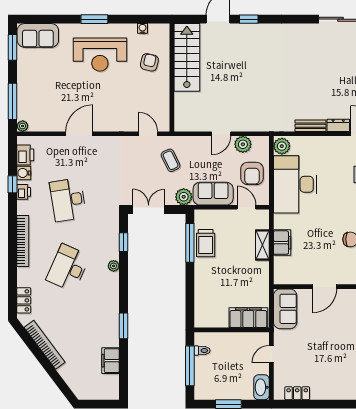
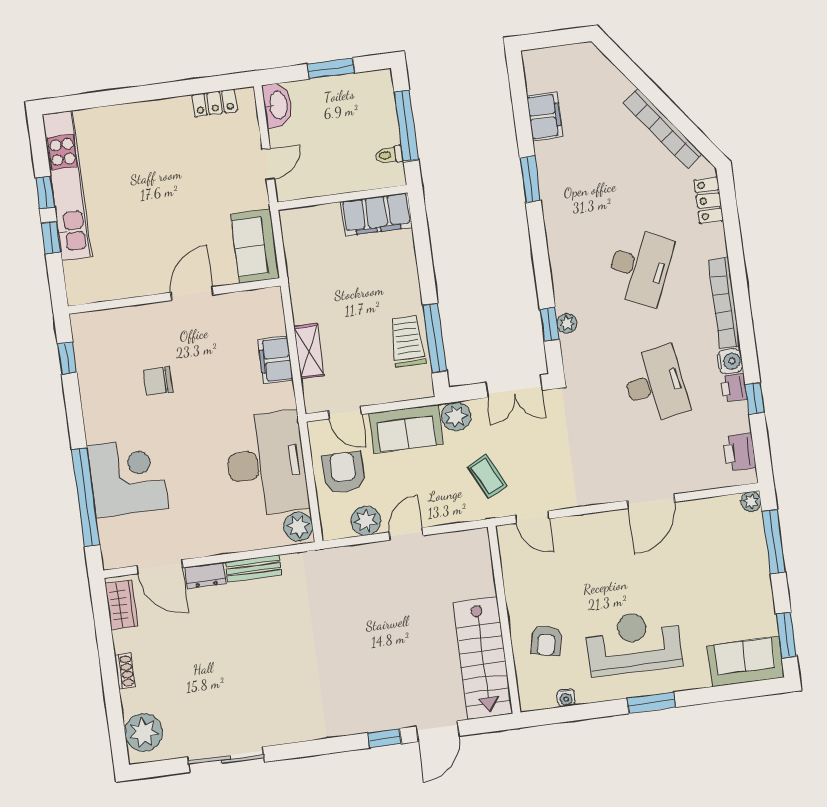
water cooler: (24, 173) -> (730, 361), moved
plant: (114, 266) -> (567, 323), moved
filing cabinet: (248, 318) -> (377, 214), moved

